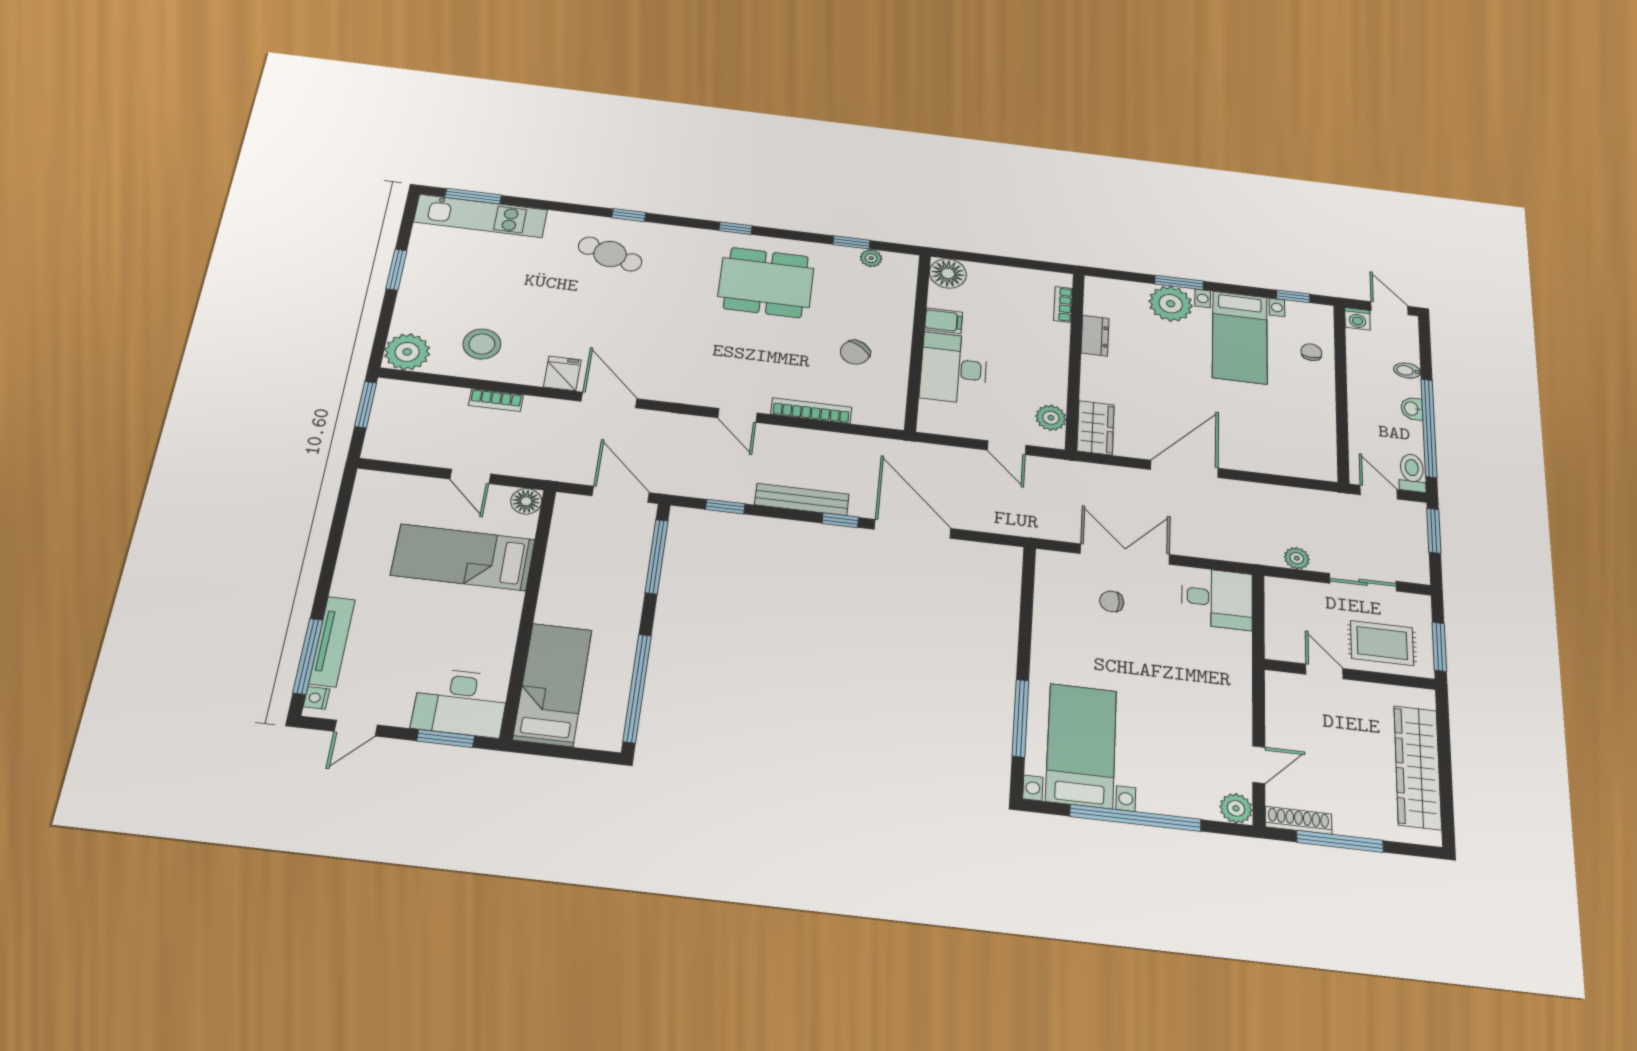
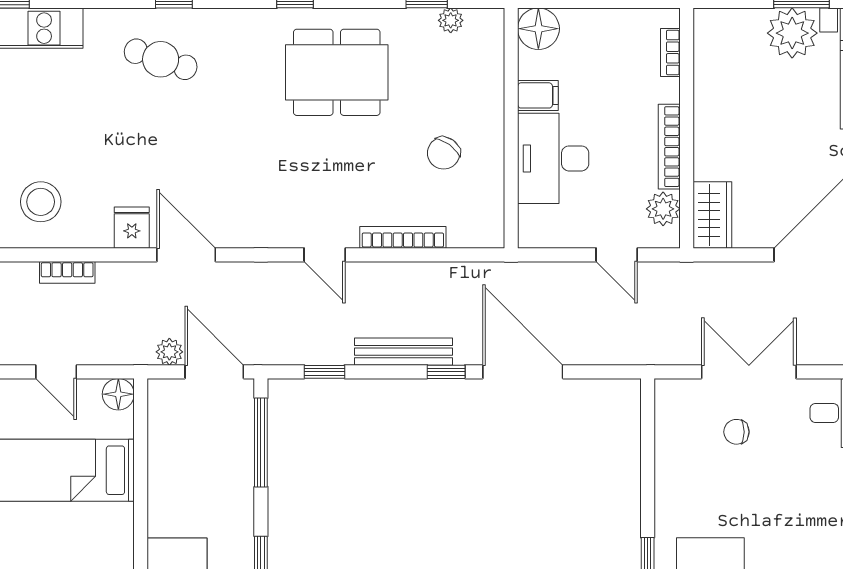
dresser: (1095, 336) -> (708, 91), removed
bookcase: (1059, 372) -> (669, 147), added
plant: (581, 473) -> (169, 352), added

